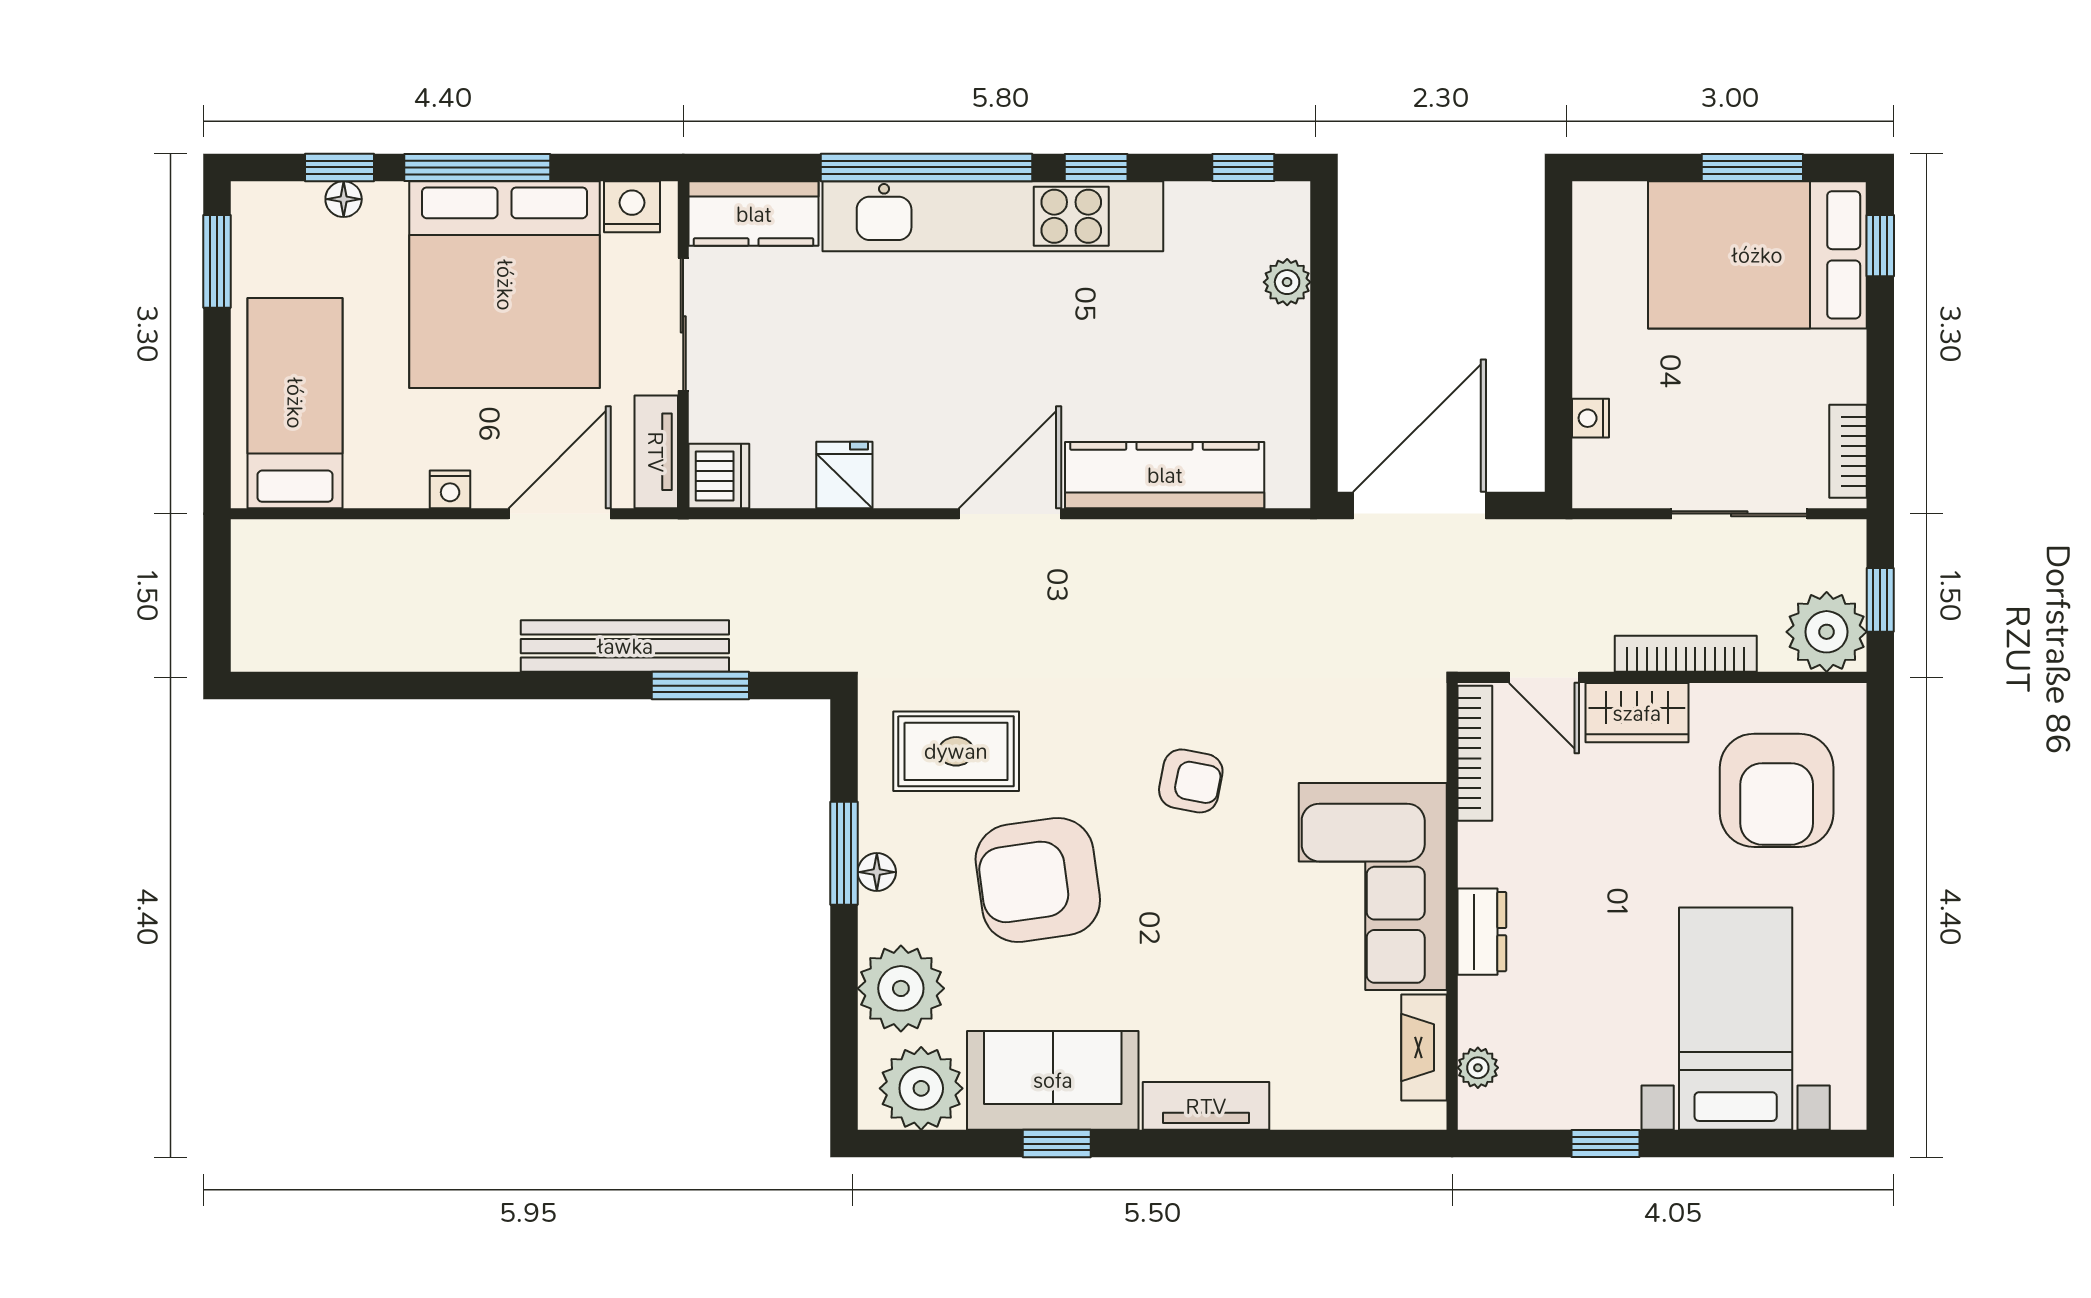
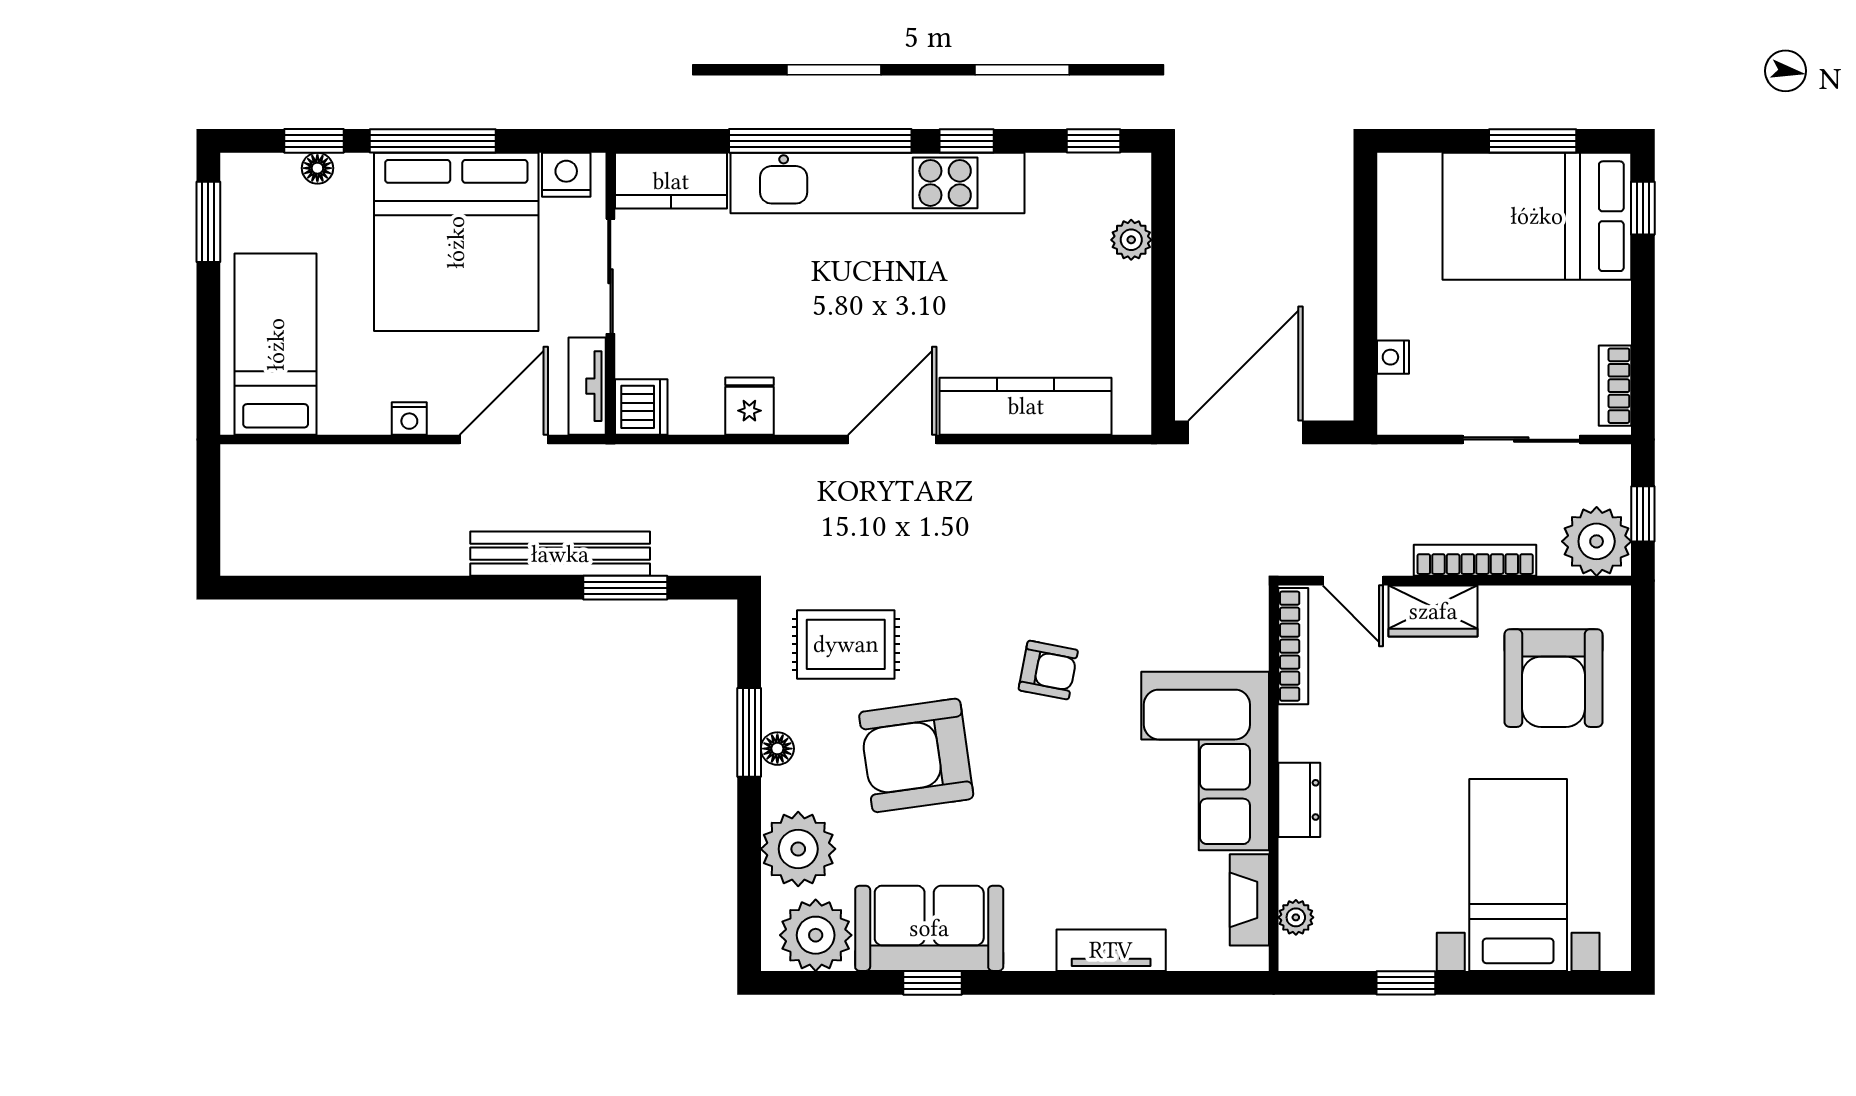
tv unit: (1206, 1106) -> (1111, 950), moved

